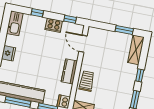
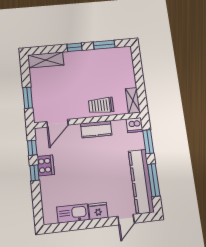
window: (37, 13) -> (35, 173), moved
kitchen sink: (15, 23) -> (73, 213), moved
window: (124, 30) -> (28, 98), moved

